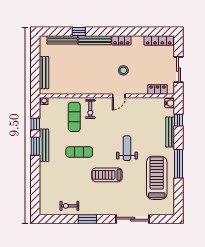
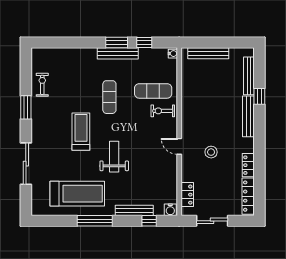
locker: (121, 40) -> (248, 165), moved
weight bench: (127, 148) -> (114, 157), turned -90

